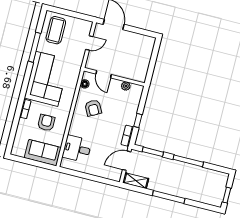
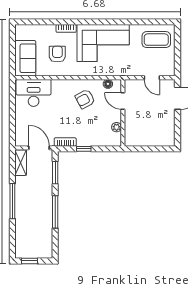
window: (34, 47) -> (133, 22), removed
door: (104, 74) -> (123, 101), hinge flipped
armchair: (46, 123) -> (57, 54), turned -90
desk: (77, 149) -> (34, 93), width x1.37

